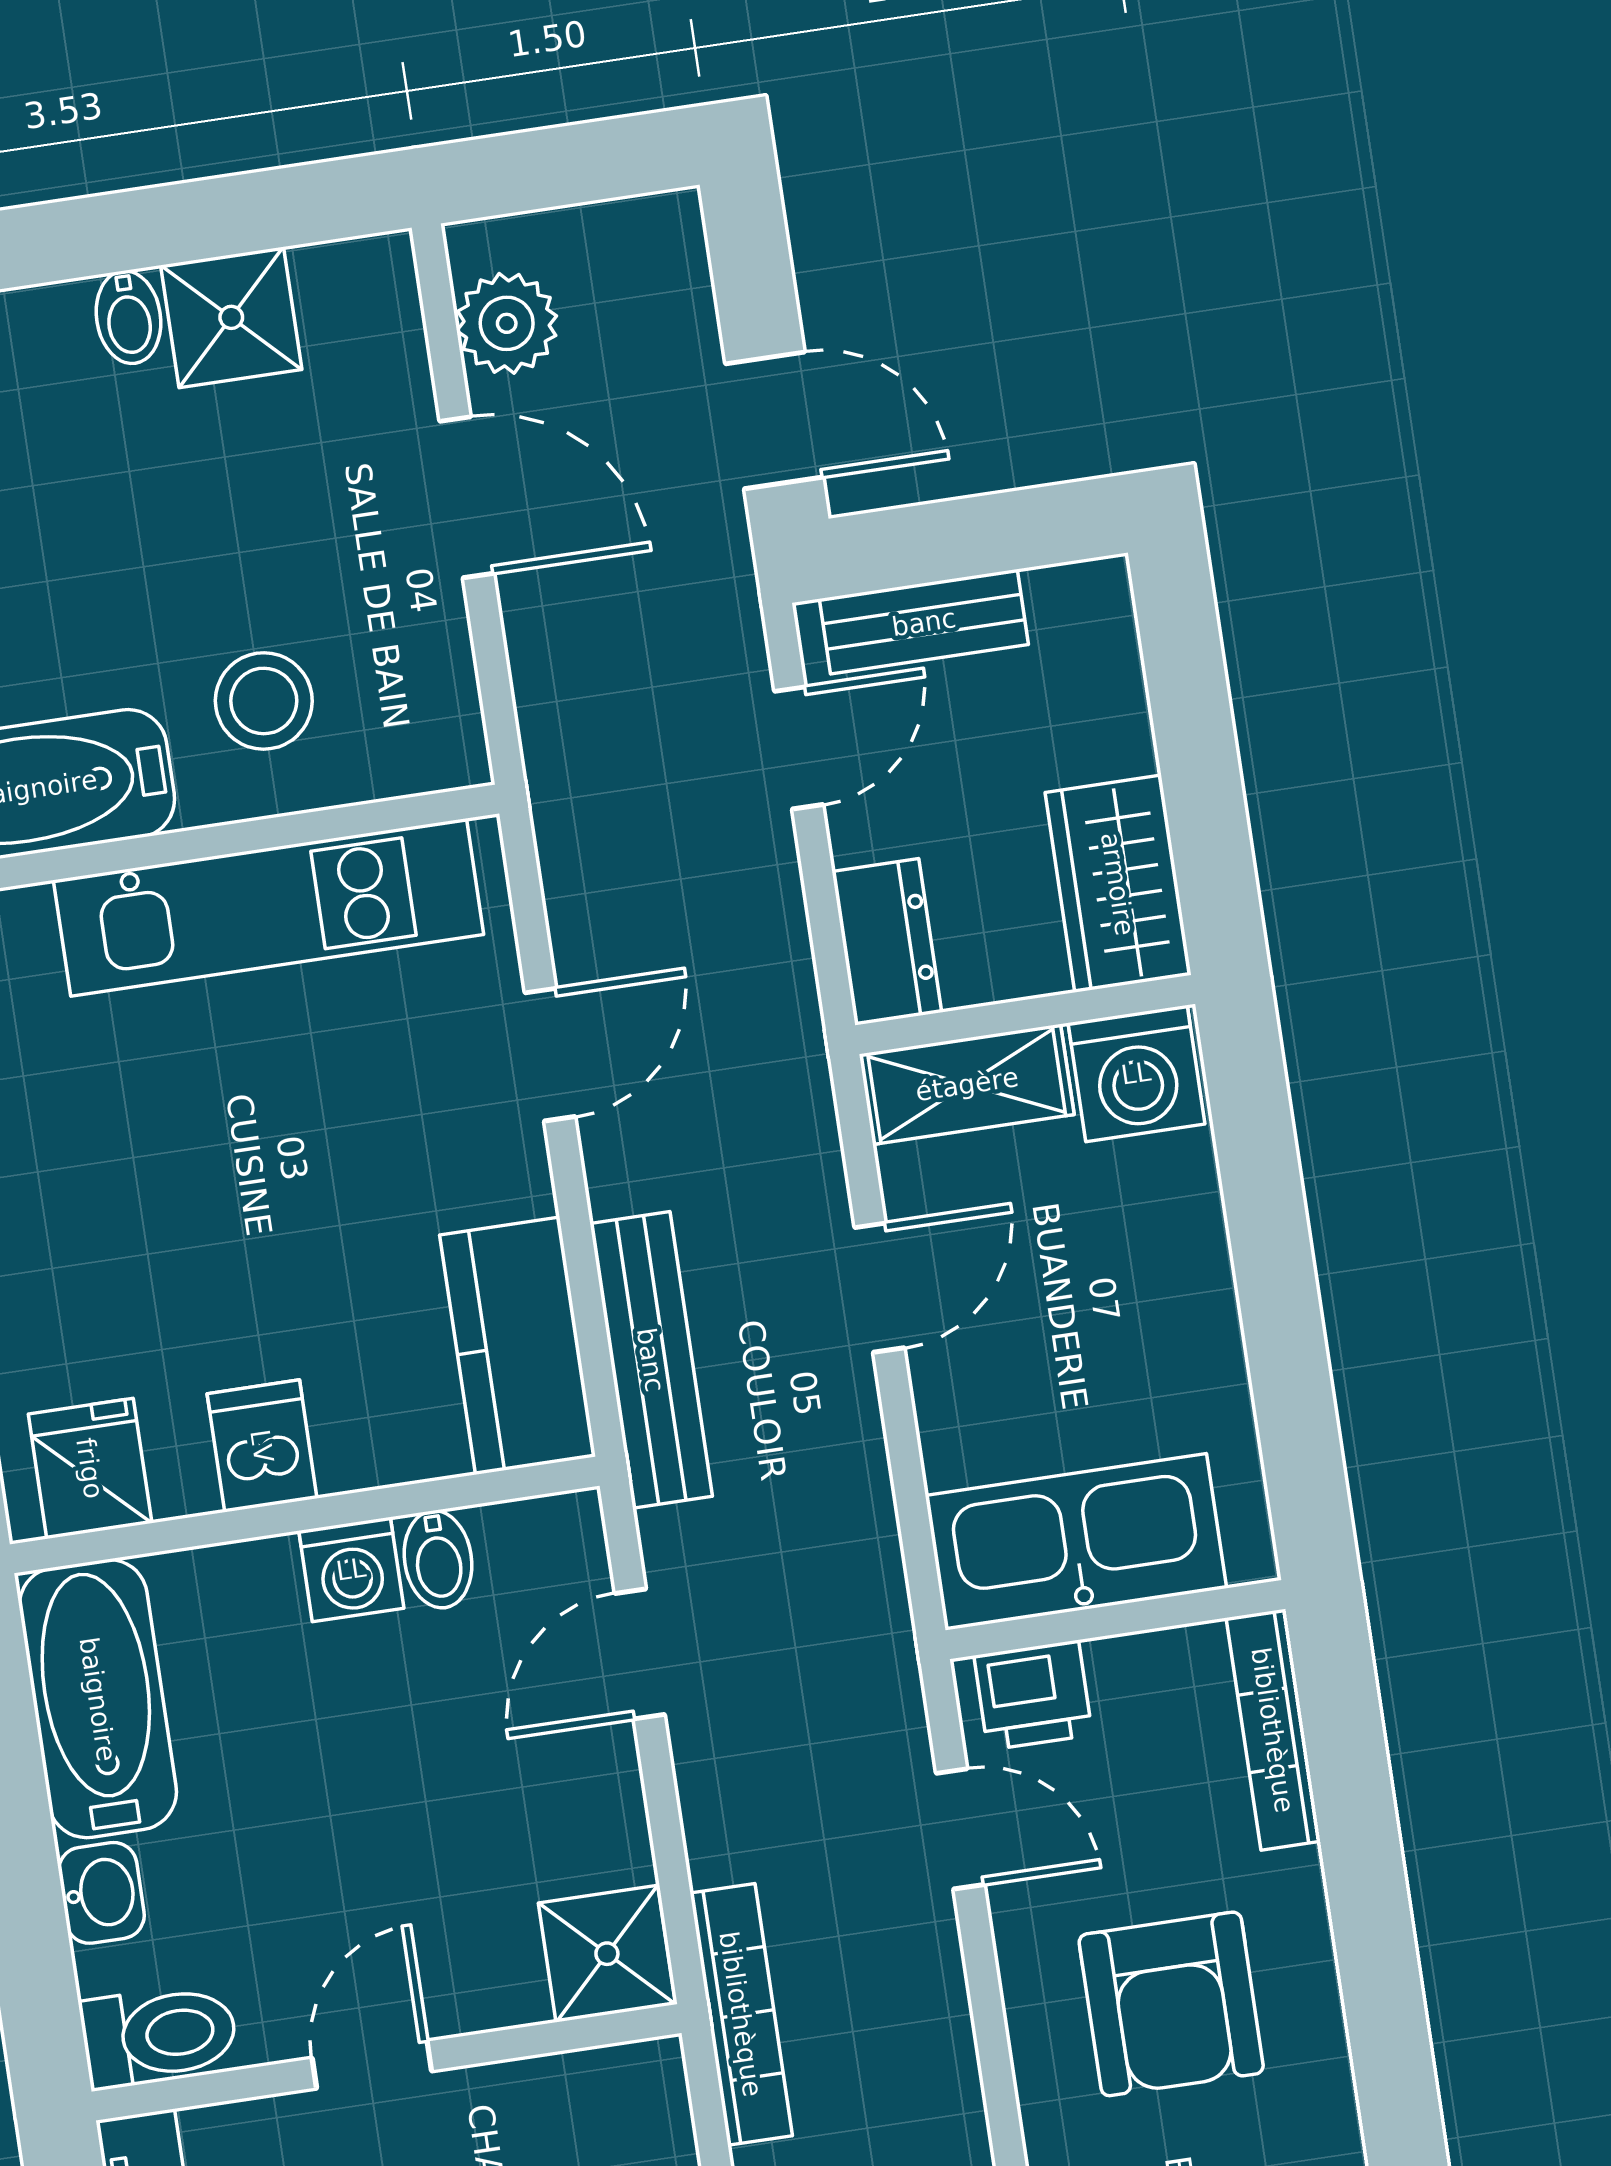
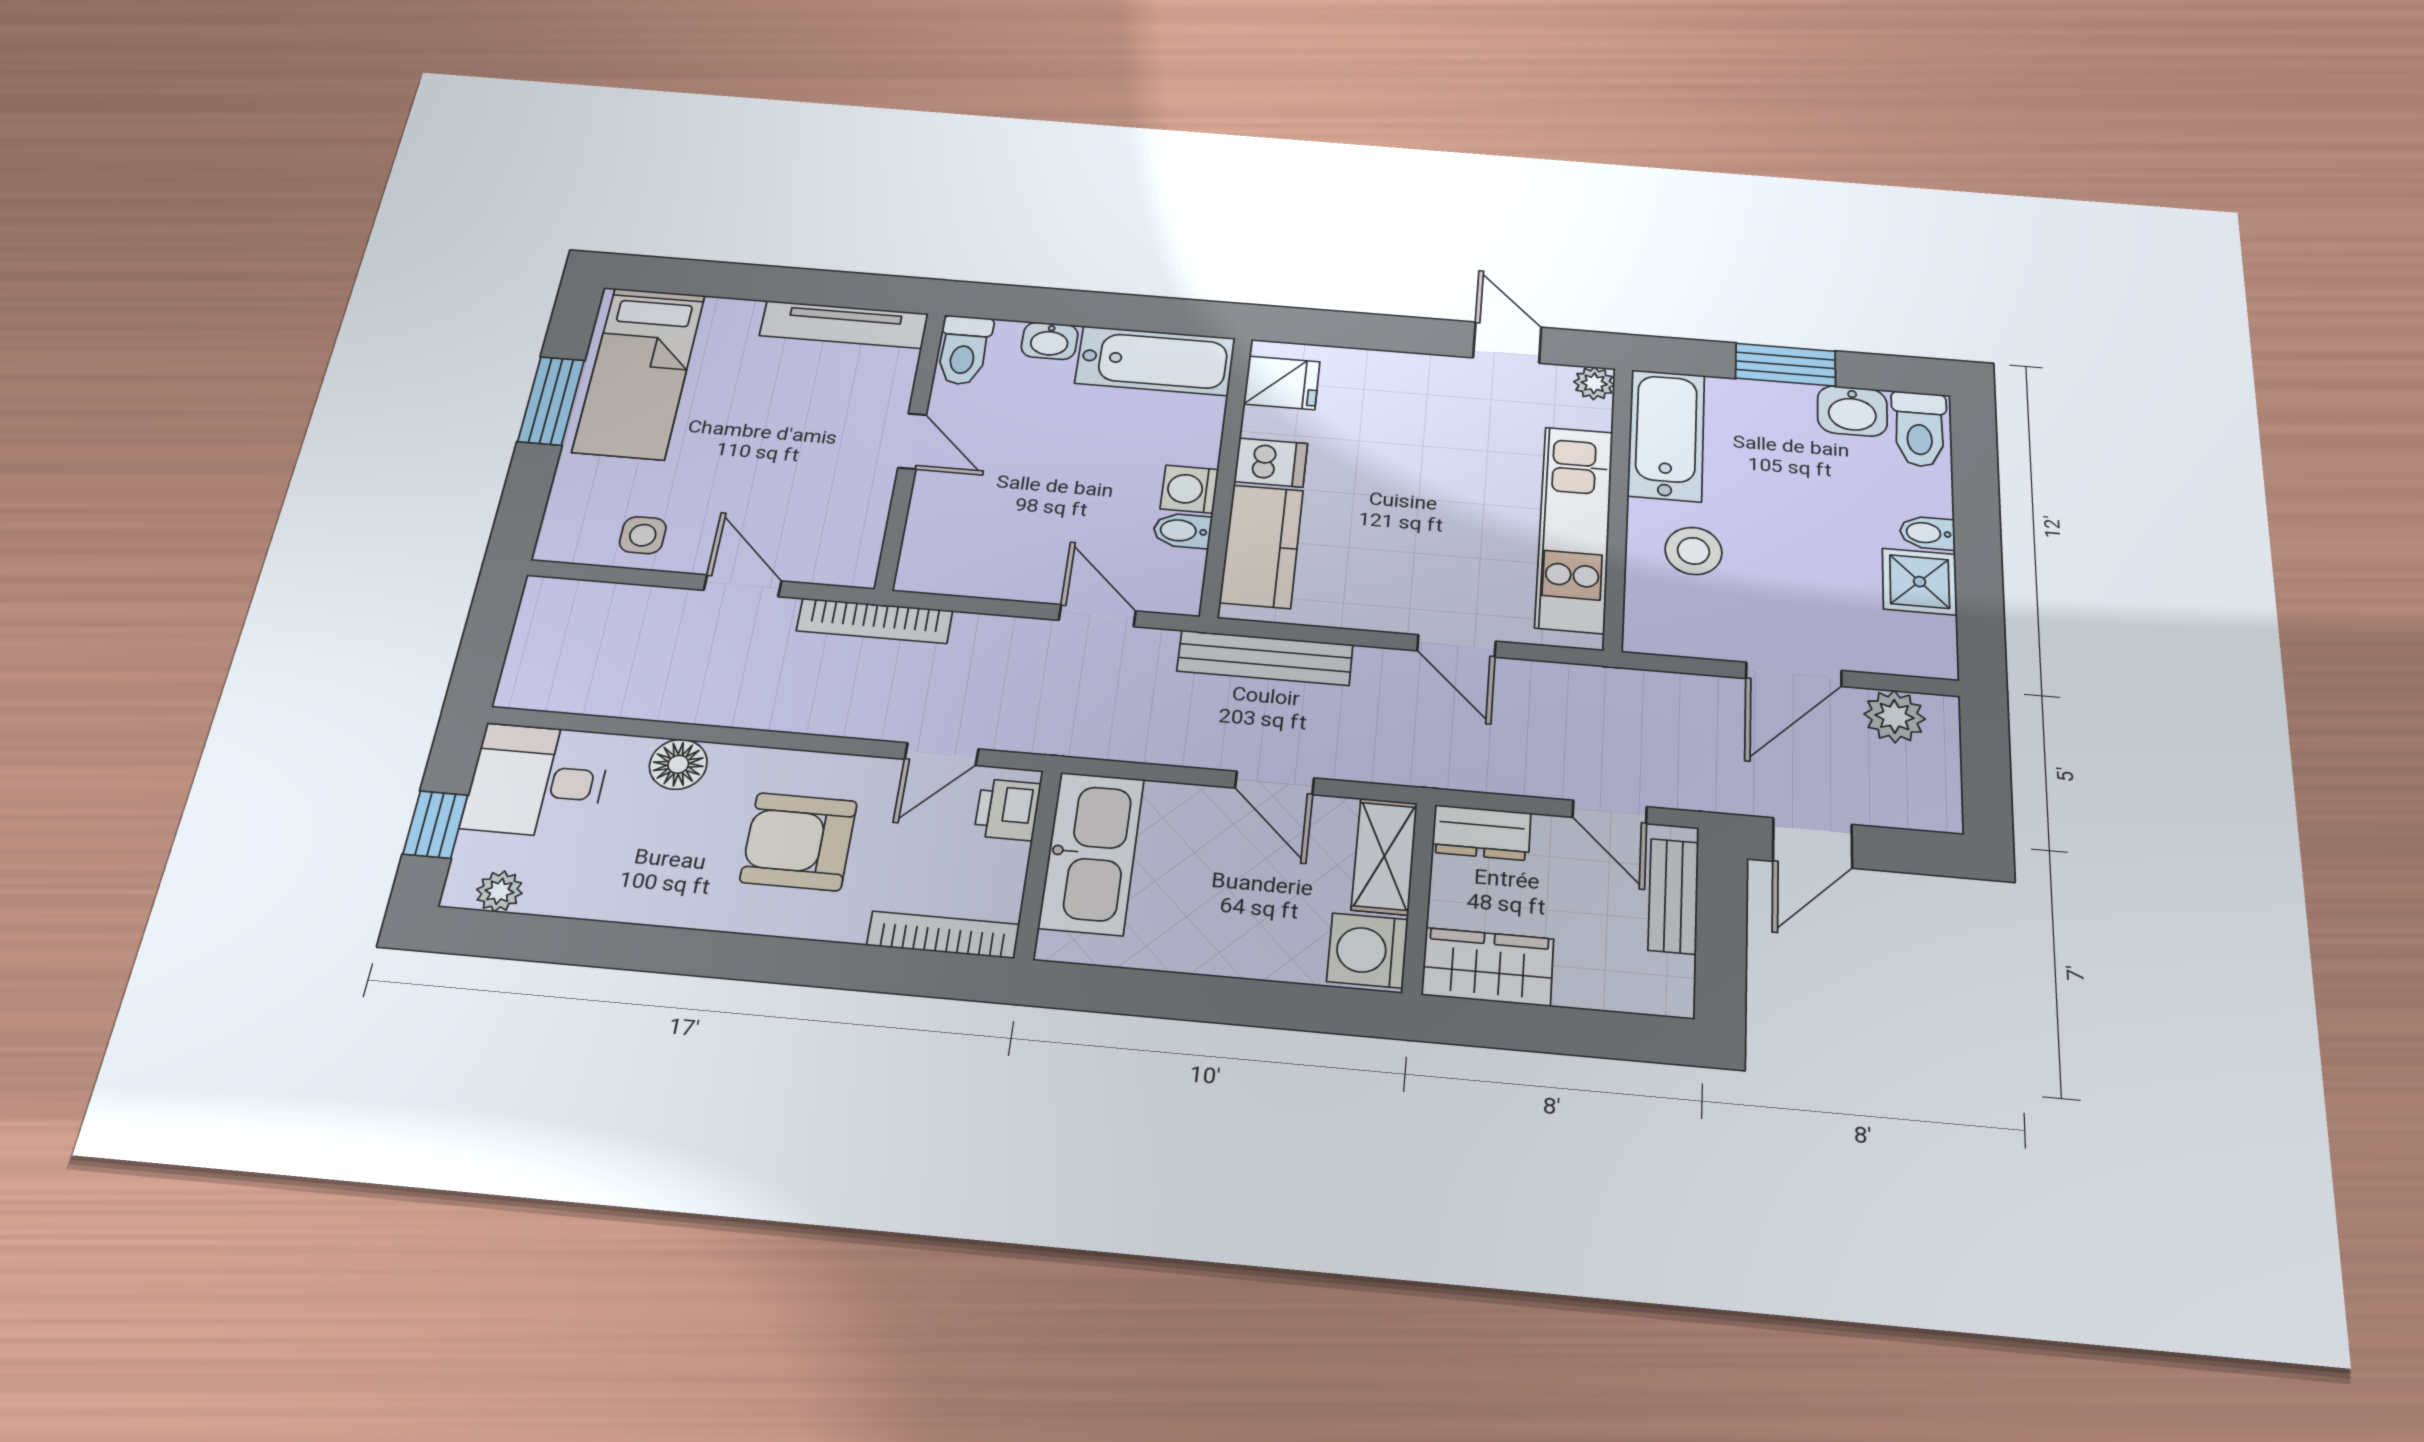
kitchen counter: (518, 1346) -> (1262, 546), moved, turned 90
shower: (607, 1954) -> (933, 563), removed

